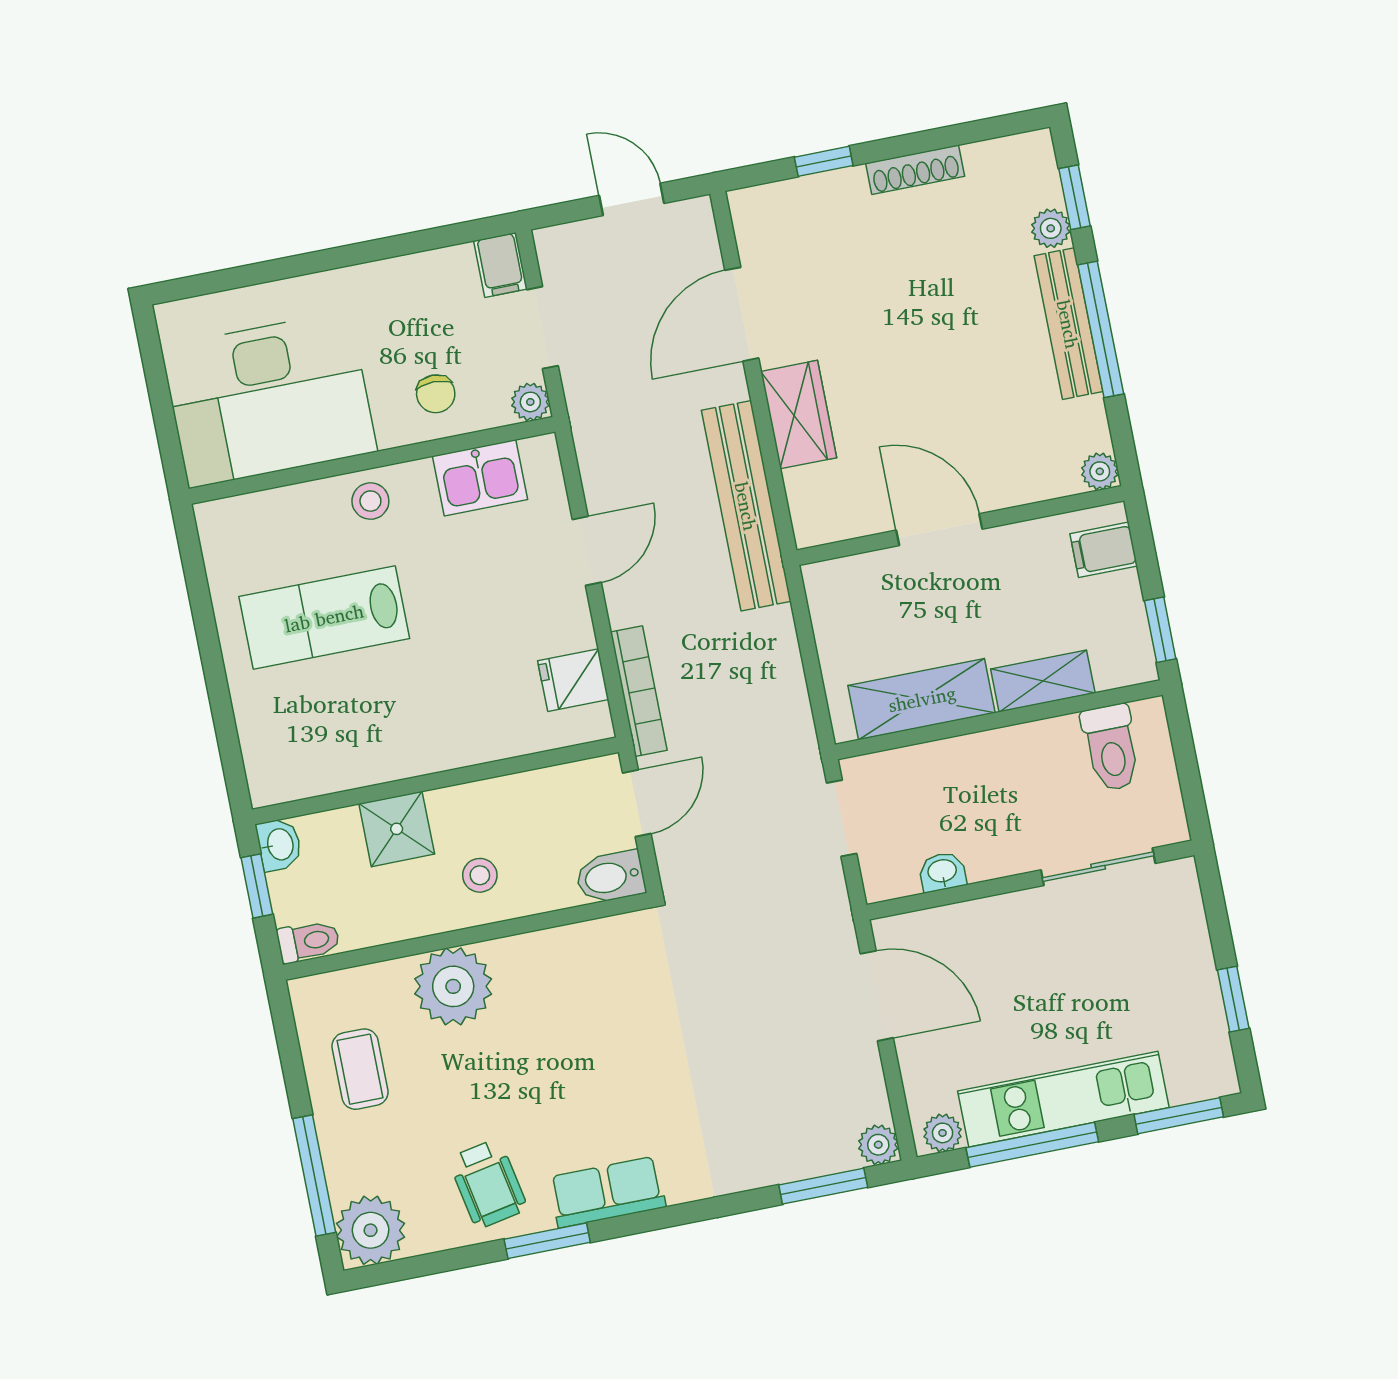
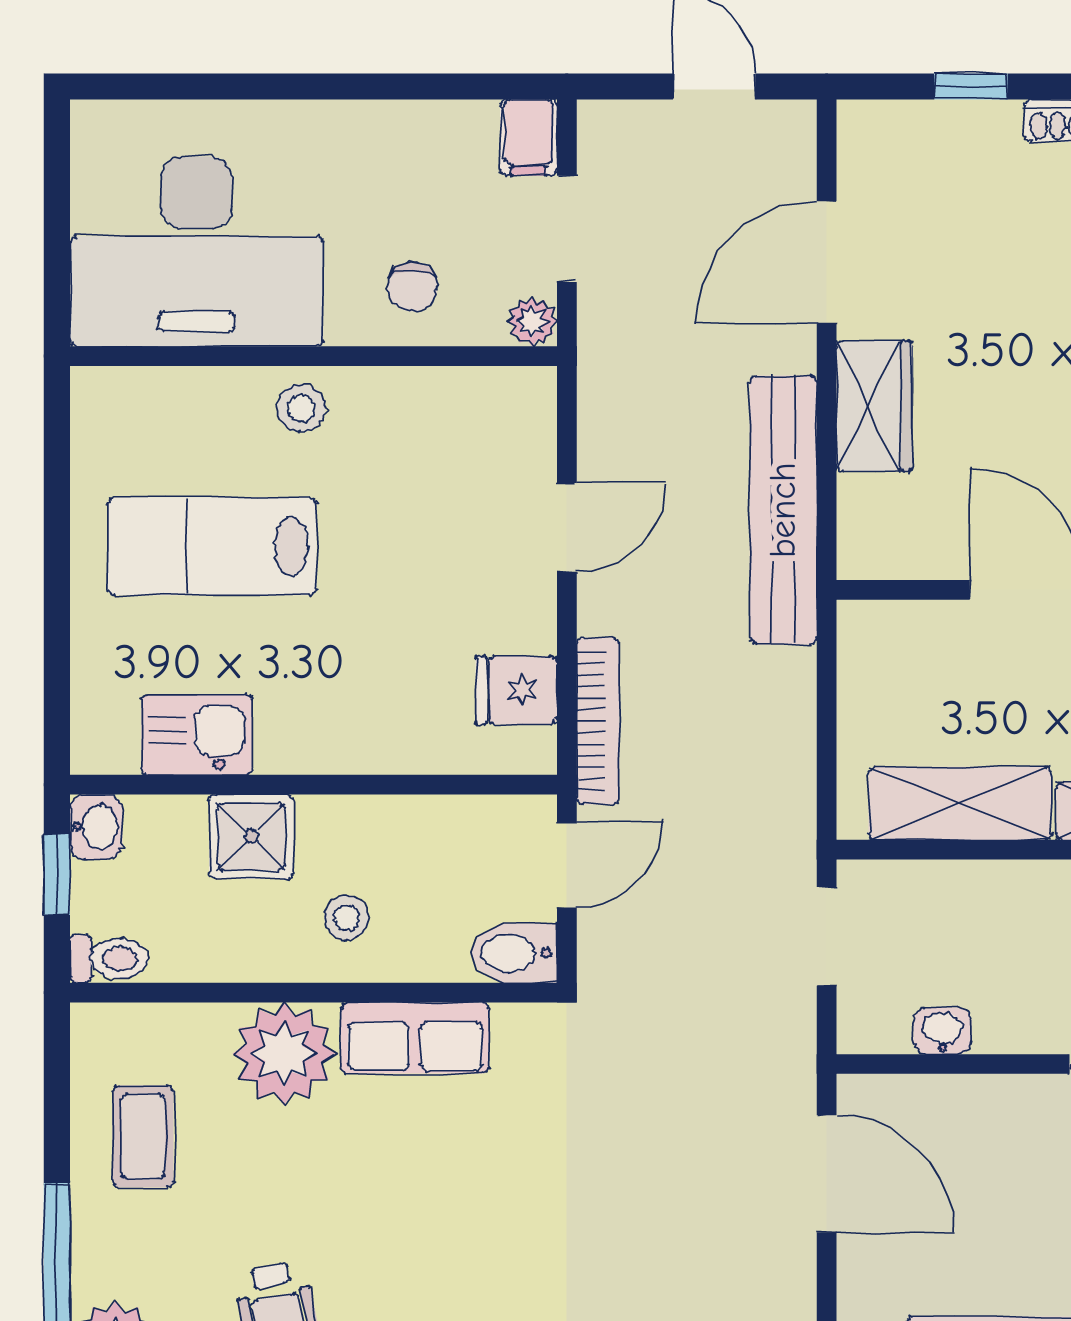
kitchen sink: (480, 478) -> (197, 735), moved, turned 180
row of seats: (549, 955) -> (415, 1038), added

